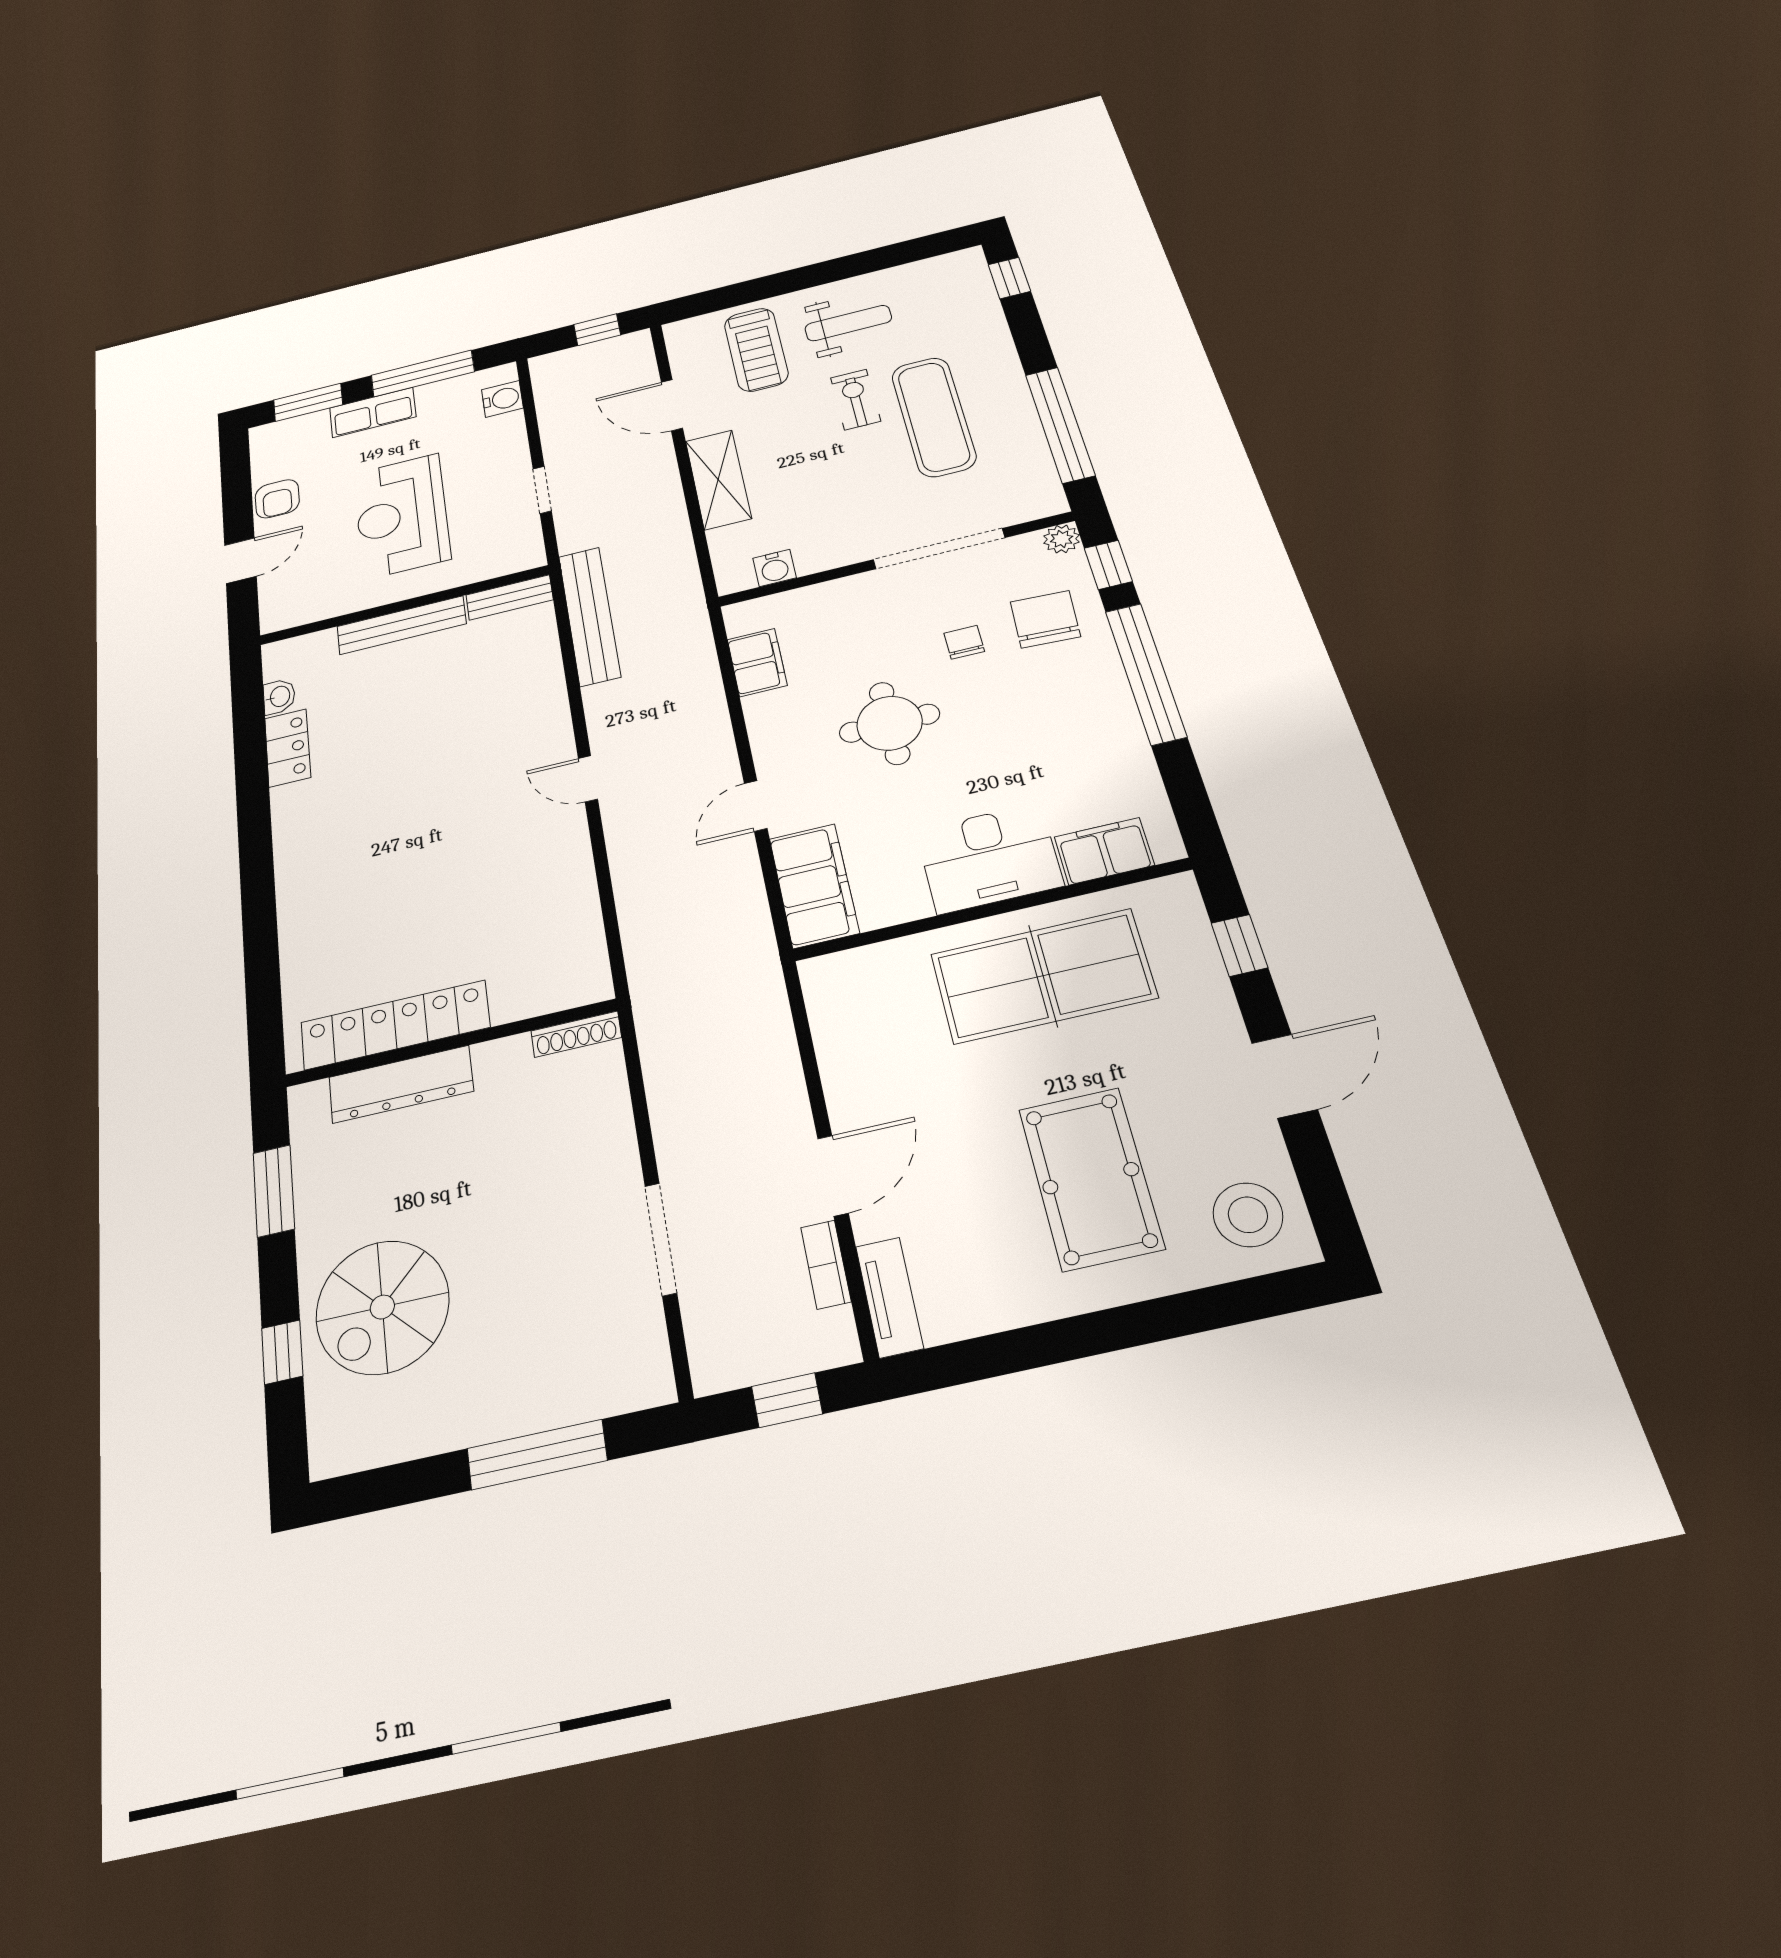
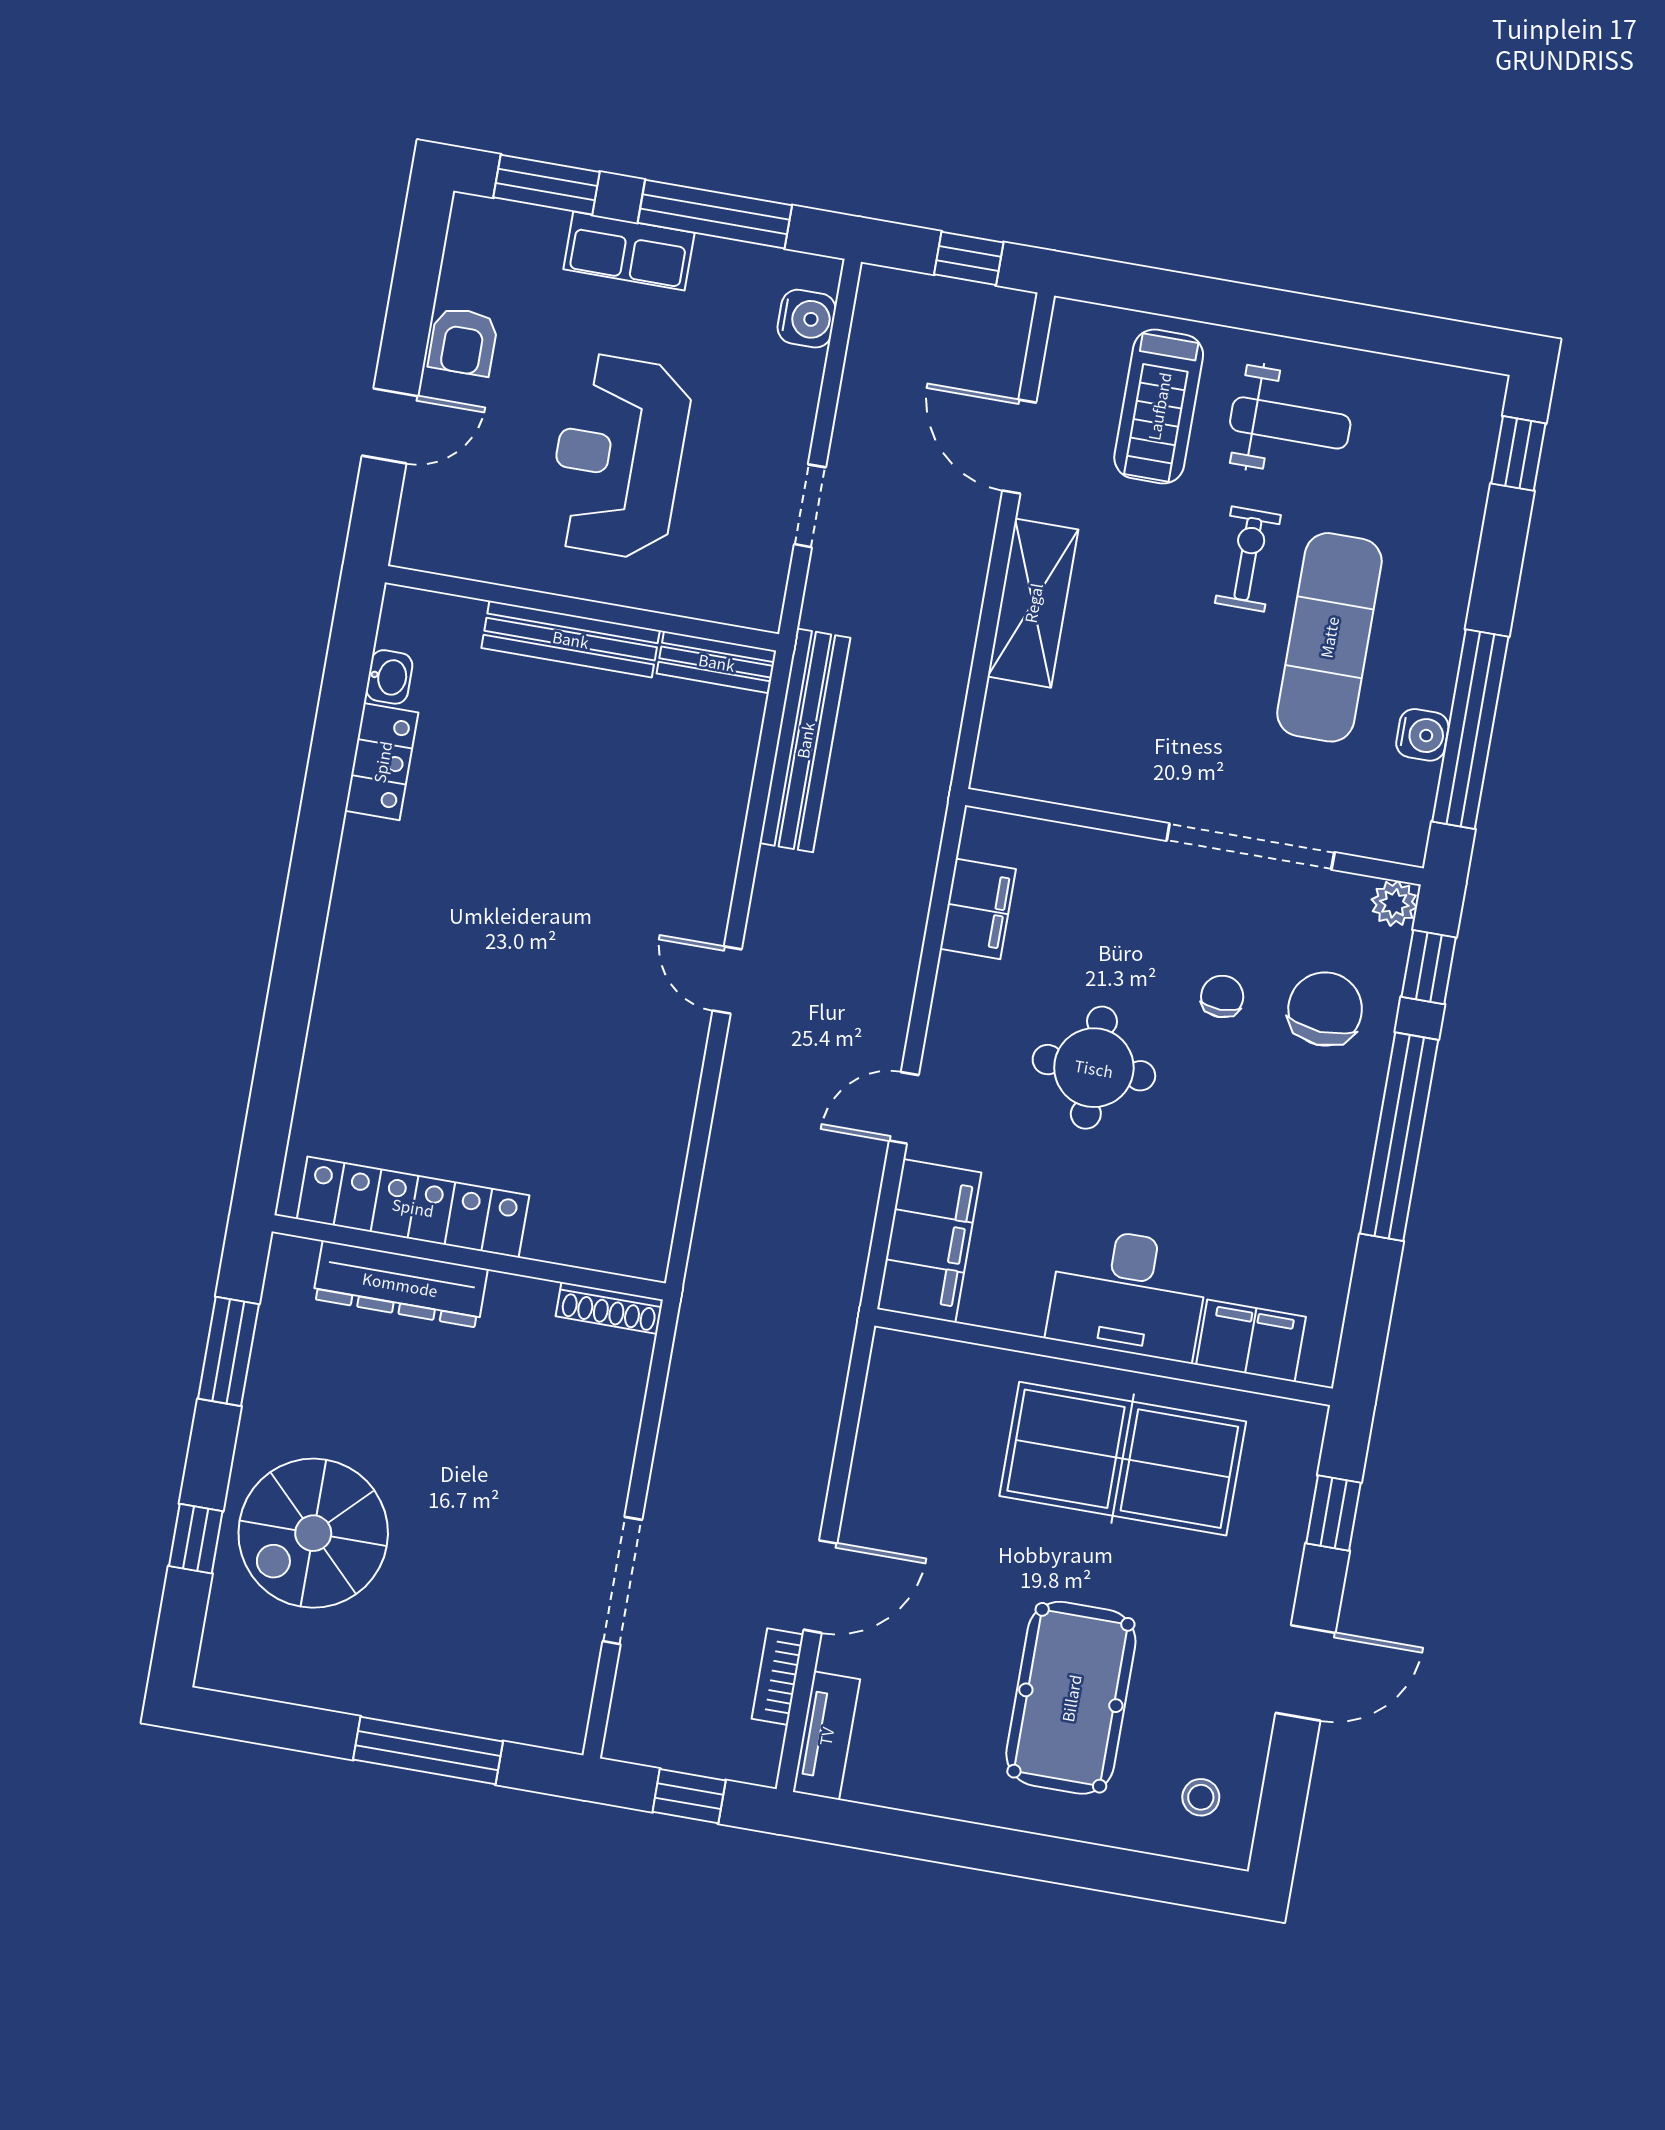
water cooler: (775, 568) -> (1422, 735), moved, turned -90
stool: (1248, 1215) -> (1201, 1797), width x0.53, depth x0.53

